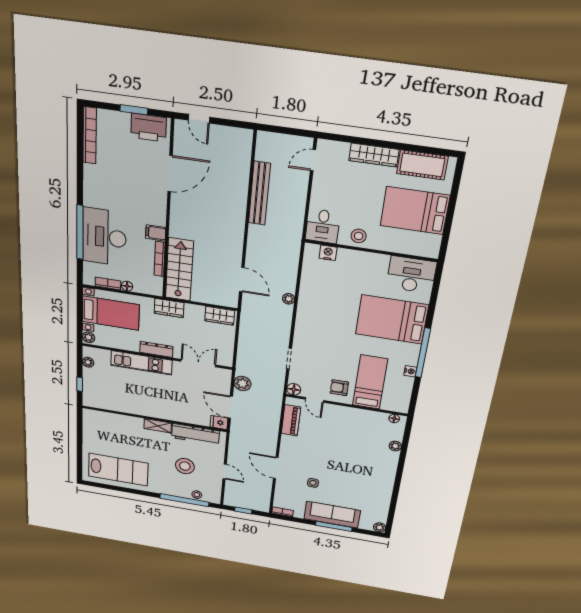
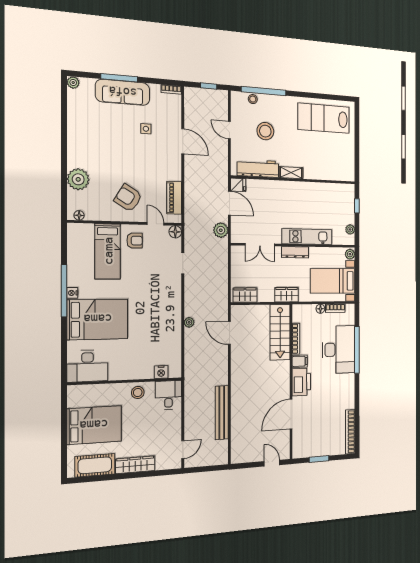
printer: (149, 128) -> (301, 382), moved, turned 90
nightstand: (410, 371) -> (72, 293), moved
armchair: (340, 427) -> (128, 198), added
plant: (395, 446) -> (78, 179), width x1.88, depth x1.88

